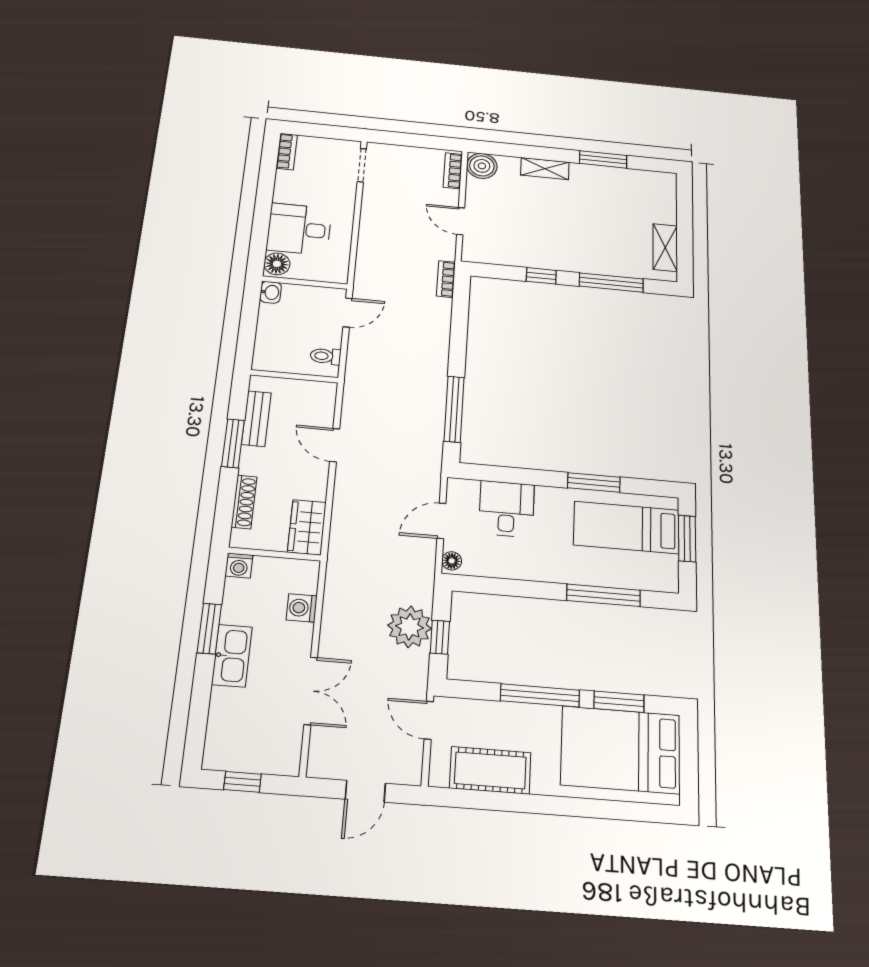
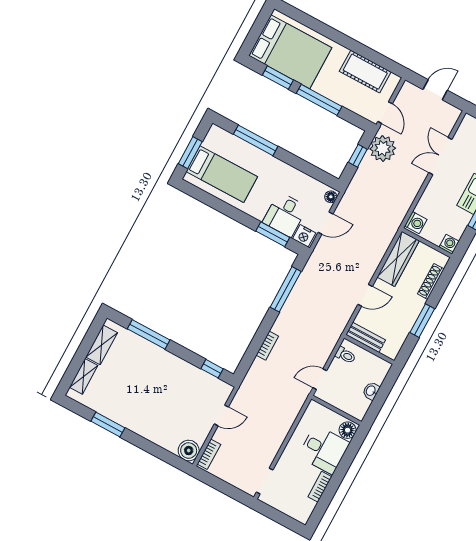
bookcase: (287, 151) -> (320, 487), moved
shelving: (545, 169) -> (84, 376), moved, turned 90
door: (461, 221) -> (221, 415), hinge flipped
window: (541, 276) -> (212, 369), moved
bookcase: (446, 279) -> (267, 346), moved
washbasin: (270, 292) -> (371, 391), moved
bench: (256, 419) -> (366, 337), moved, turned 90
door: (335, 445) -> (365, 295), hinge flipped
window: (594, 482) -> (273, 234), moved
nightstand: (464, 491) -> (304, 236), added
wardrobe: (307, 527) -> (398, 259), width x1.50
washing machine: (302, 608) -> (416, 223), moved
plant: (410, 627) -> (383, 148), moved

